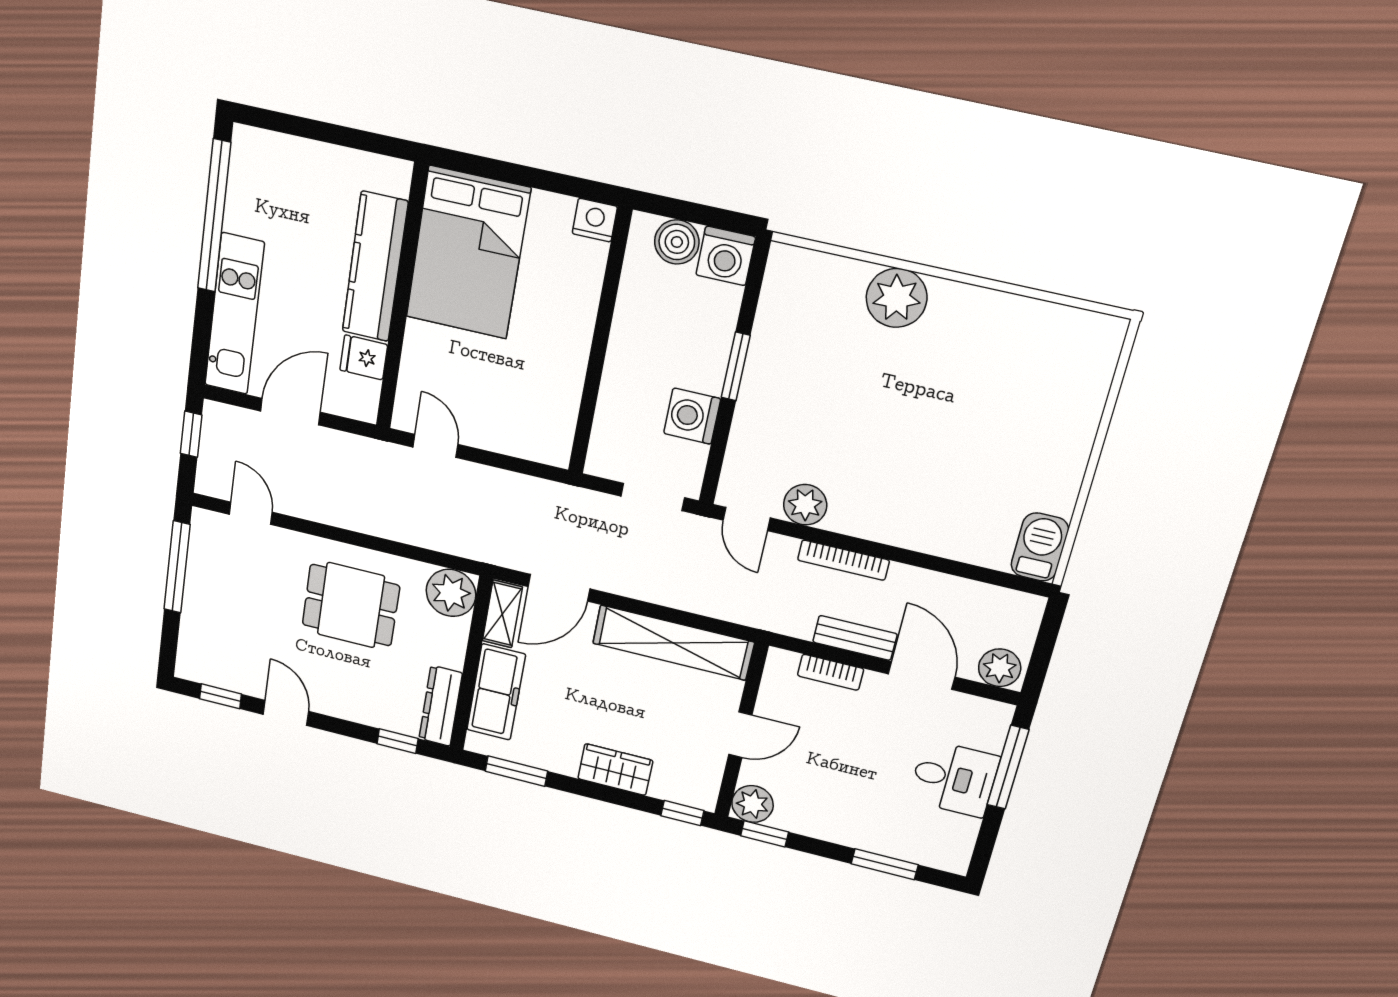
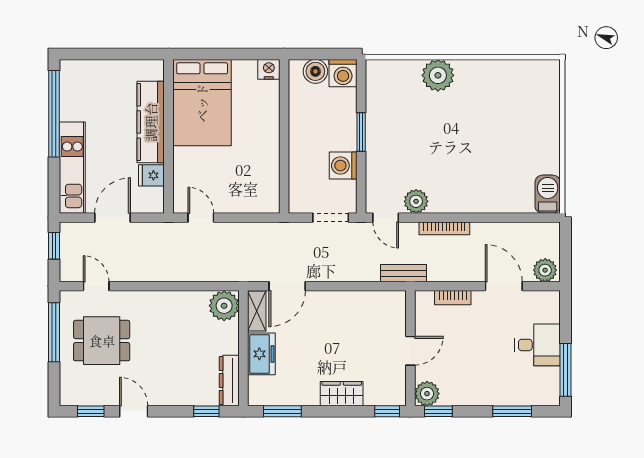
dining table: (351, 605) -> (102, 341), moved
bench: (855, 638) -> (404, 273), moved
shelving: (673, 643) -> (360, 303), removed
freezer: (496, 692) -> (261, 354), width x0.71
window: (1008, 767) -> (566, 370), moved

